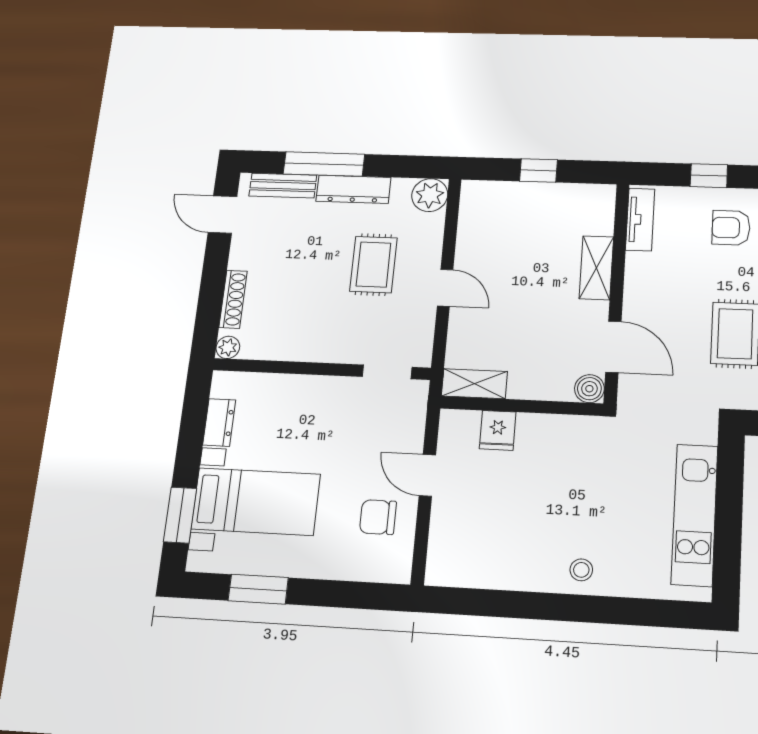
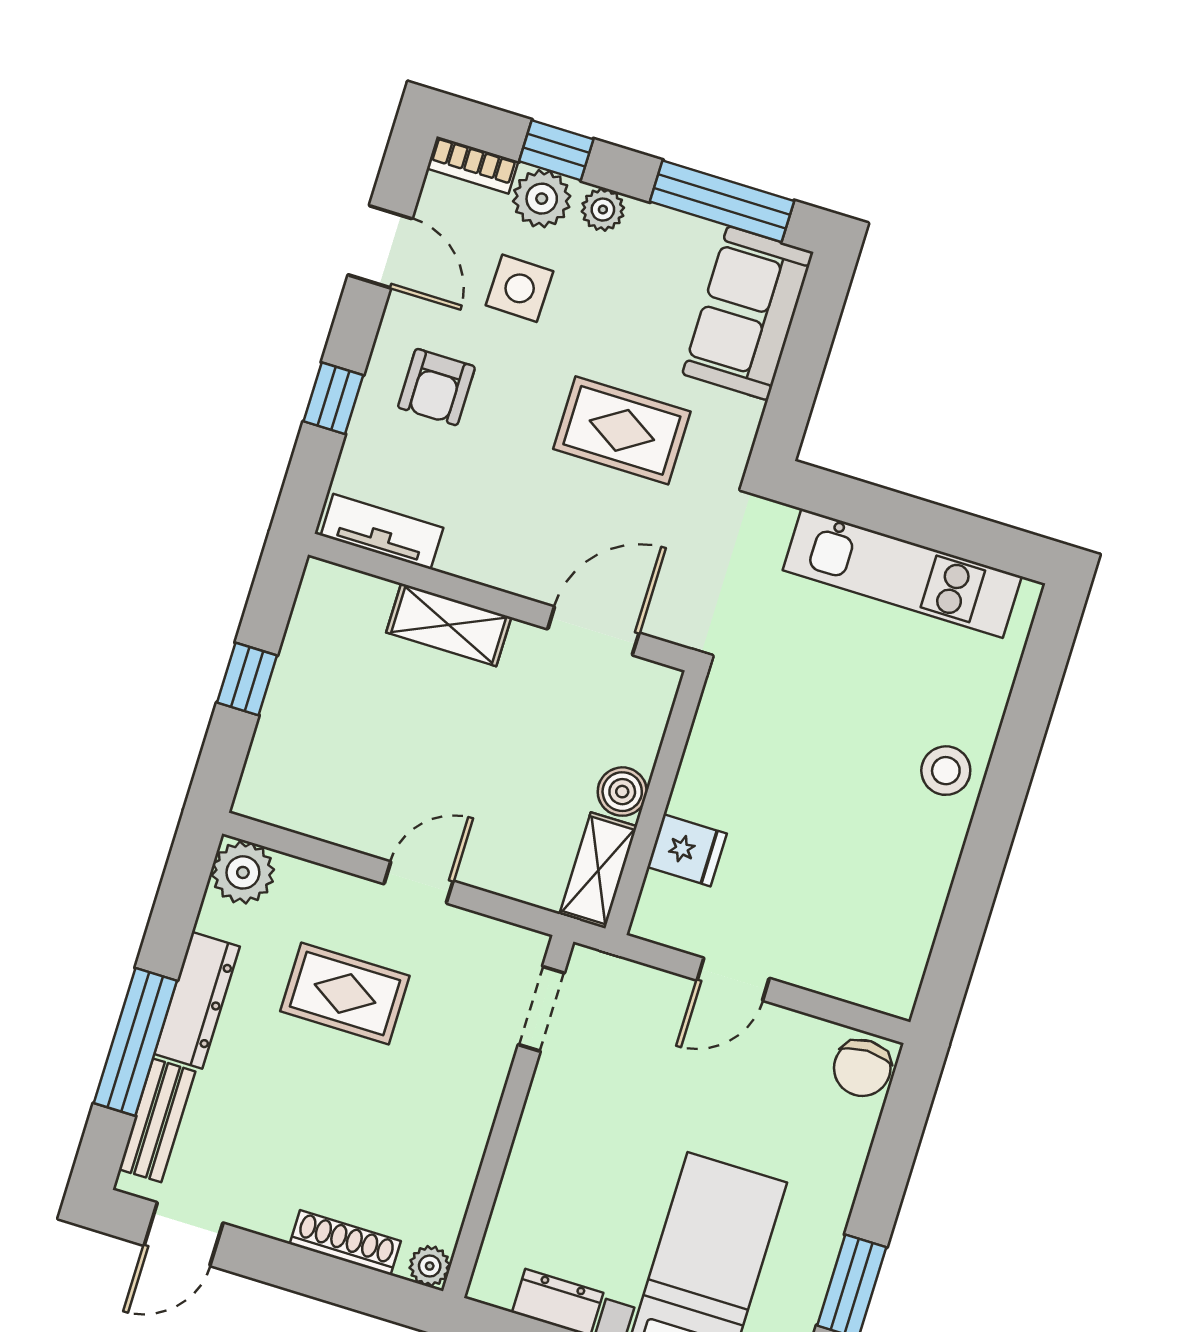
boiler: (589, 389) -> (622, 792), moved
chair: (378, 517) -> (862, 1068), moved
stool: (581, 570) -> (946, 771), width x1.37, depth x1.37

